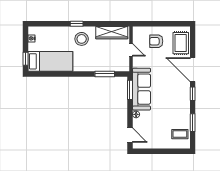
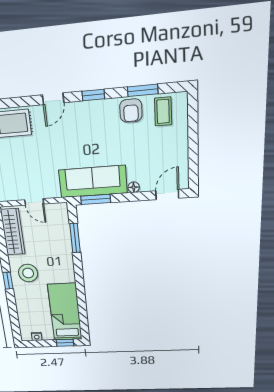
armchair: (156, 41) -> (131, 111), moved
door: (131, 50) -> (34, 202), swing flipped
door: (193, 70) -> (53, 99), width x0.53

